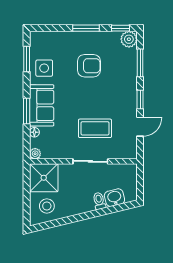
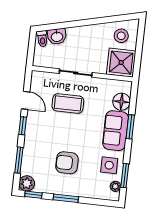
door: (140, 127) -> (26, 100), swing flipped
floor lamp: (34, 132) -> (122, 102), width x1.89, depth x1.89
plant: (35, 154) -> (115, 186), moved
toilet: (99, 201) -> (42, 39), moved

